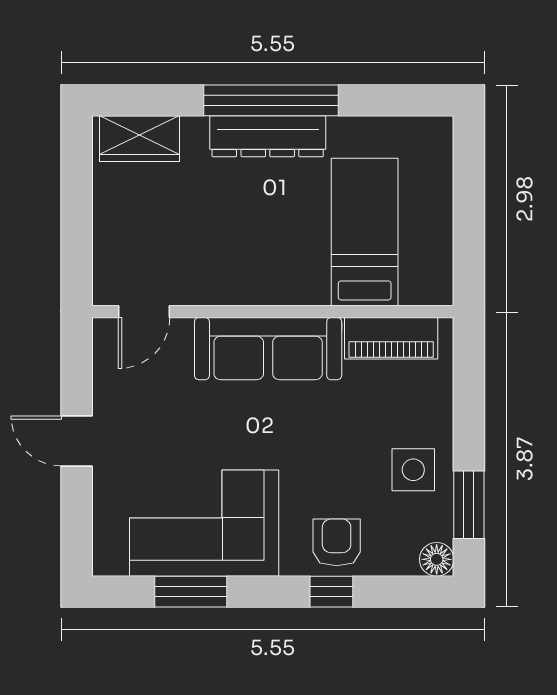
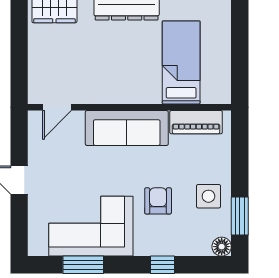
armchair: (337, 542) -> (158, 201), moved

